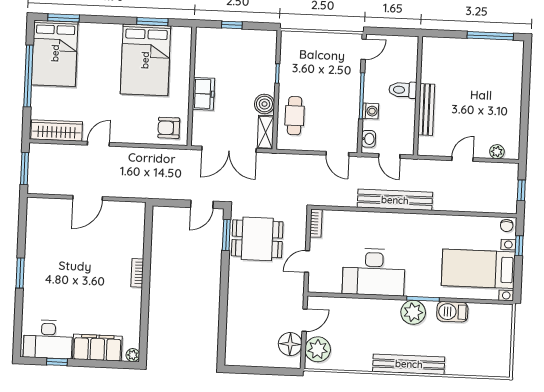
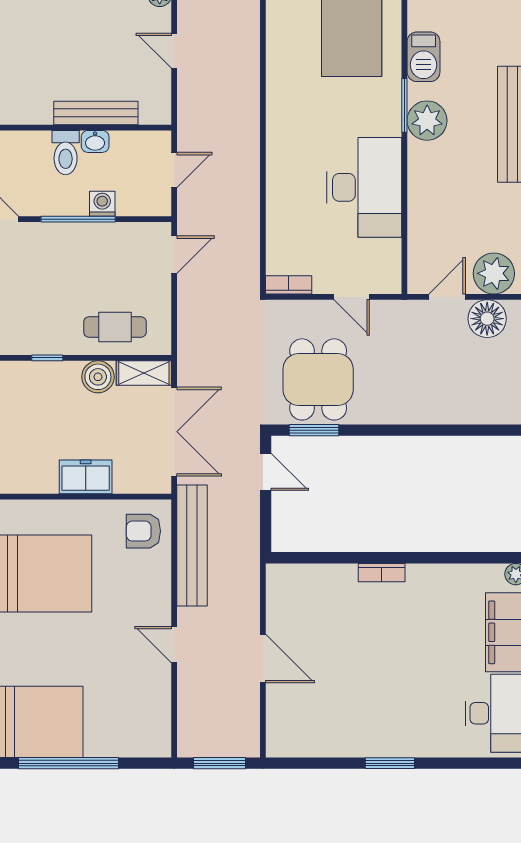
armchair: (169, 128) -> (143, 531), turned 90
wardrobe: (57, 130) -> (155, 713), removed
washbasin: (368, 139) -> (95, 141), moved, turned 180
bench: (395, 200) -> (192, 546), moved
door: (305, 320) -> (447, 297), hinge flipped

